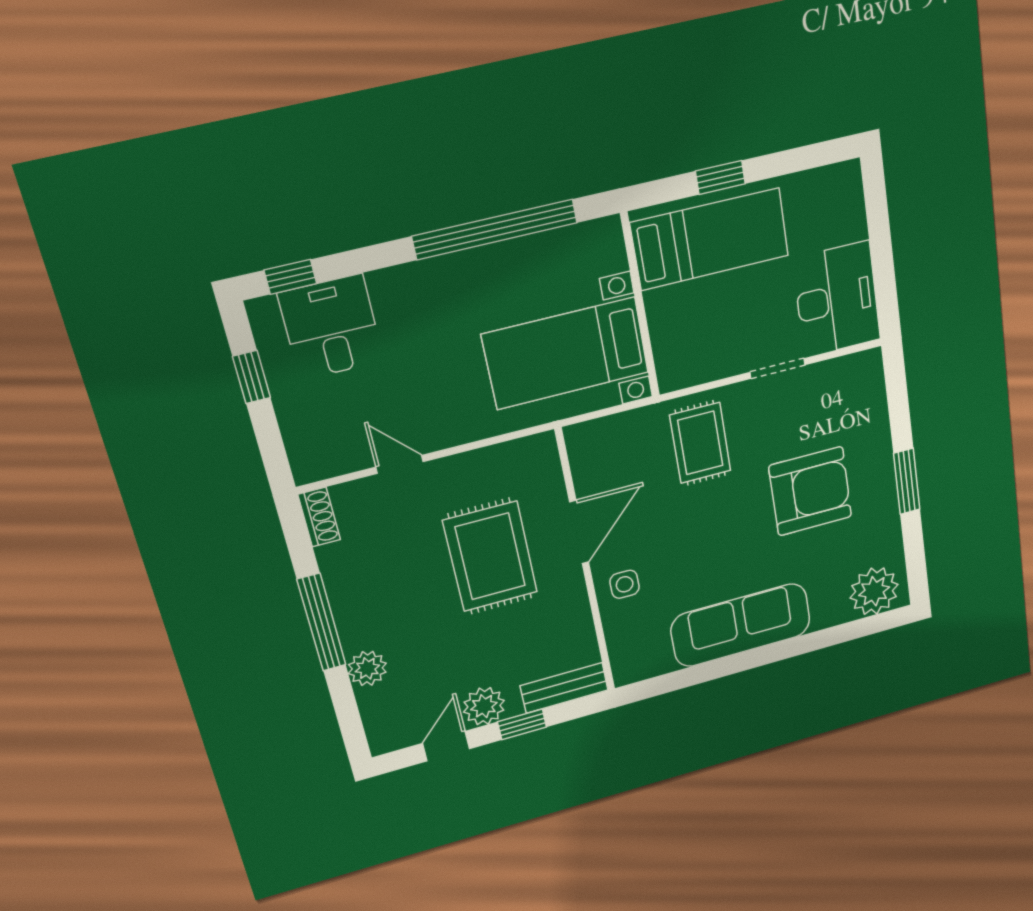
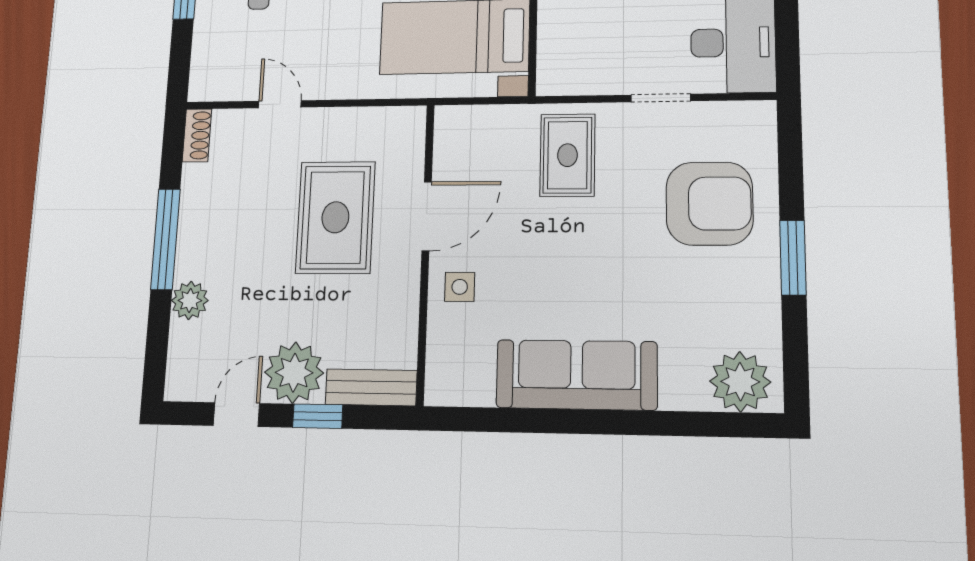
armchair: (810, 491) -> (709, 204), moved
plant: (484, 706) -> (294, 373), width x1.36, depth x1.36

